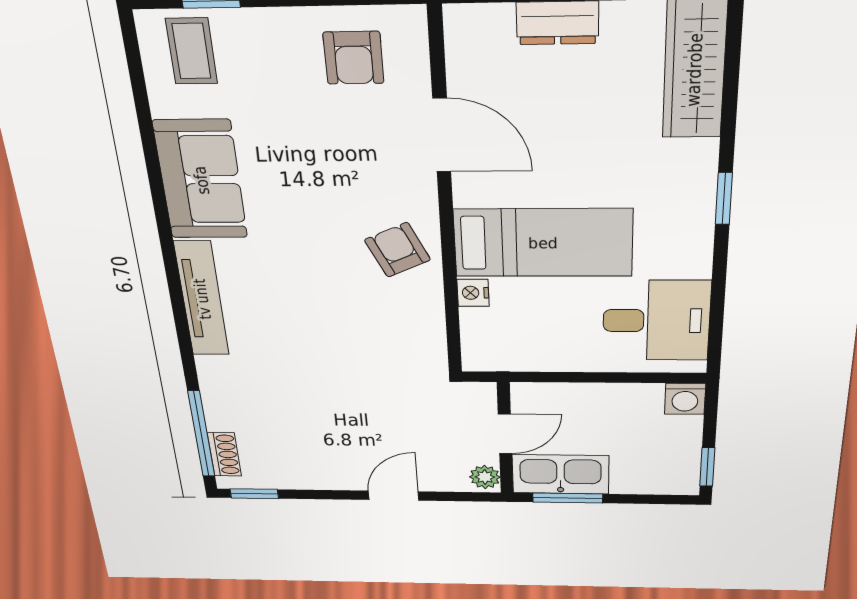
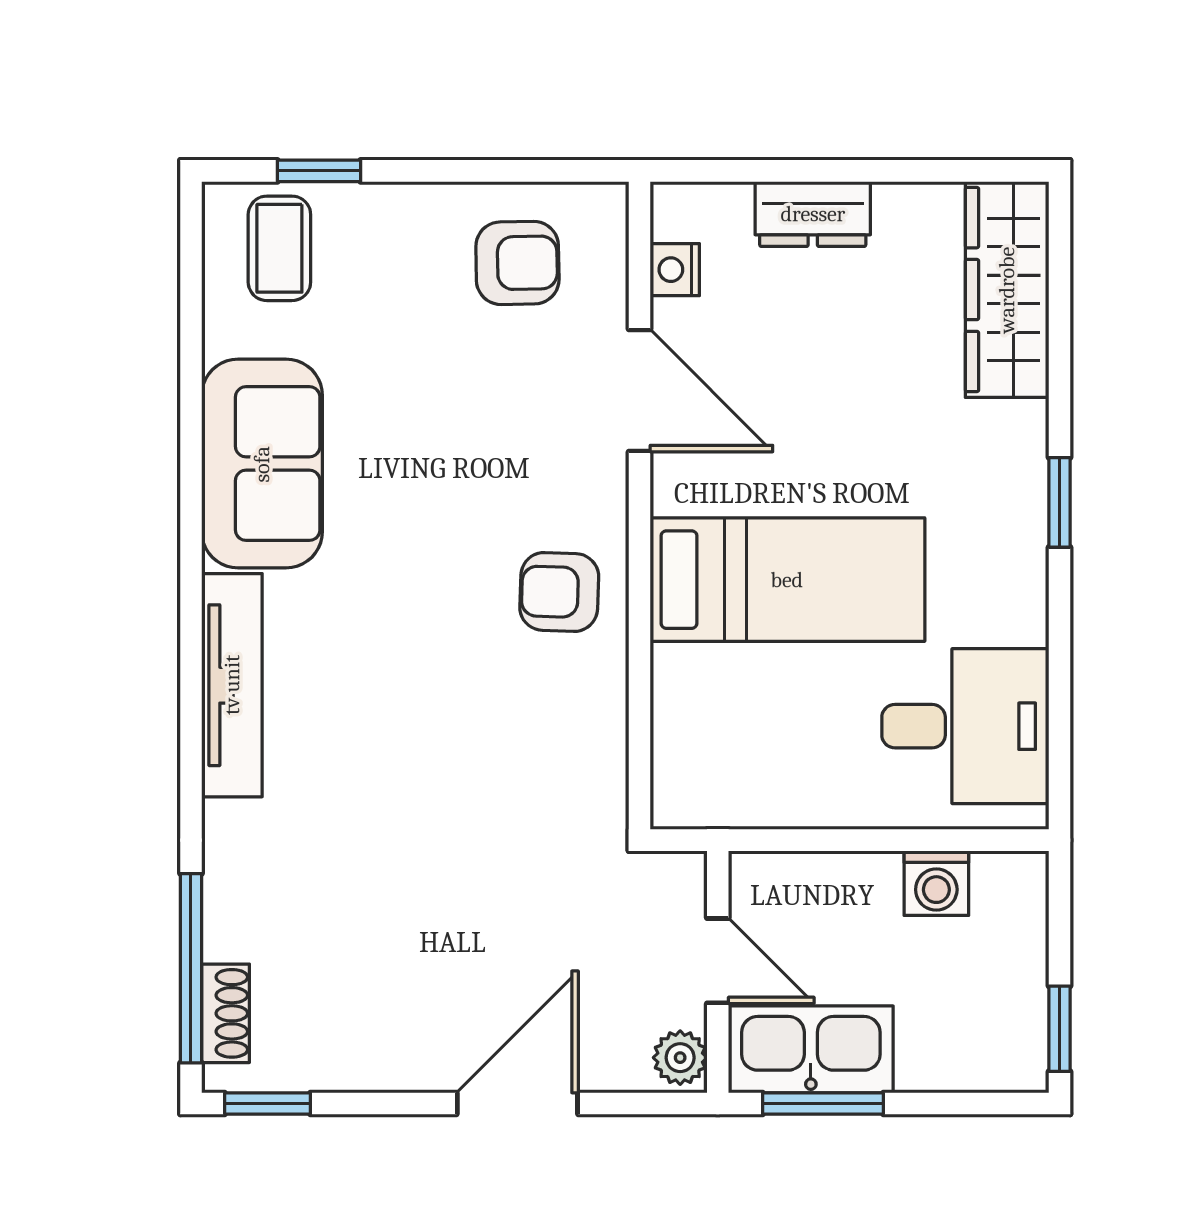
armchair: (354, 58) -> (517, 263), turned -91
armchair: (398, 250) -> (559, 592), turned -63
nightstand: (473, 293) -> (675, 270), moved
washing machine: (685, 399) -> (936, 883), moved
door: (505, 434) -> (718, 961), hinge flipped
door: (394, 496) -> (517, 1104), width x1.38

